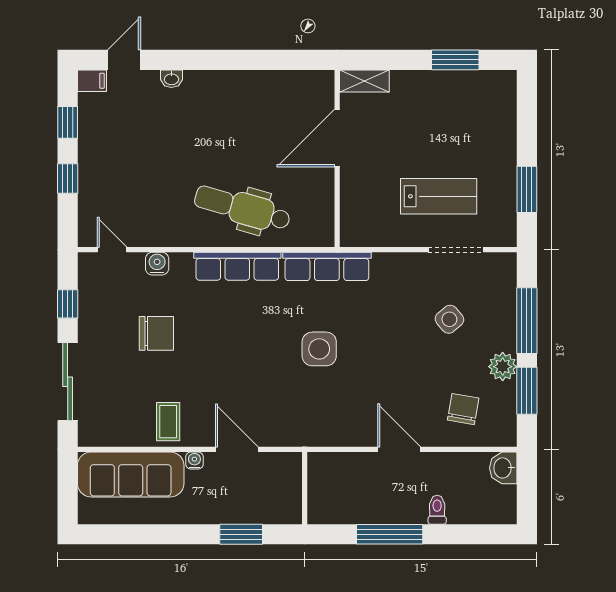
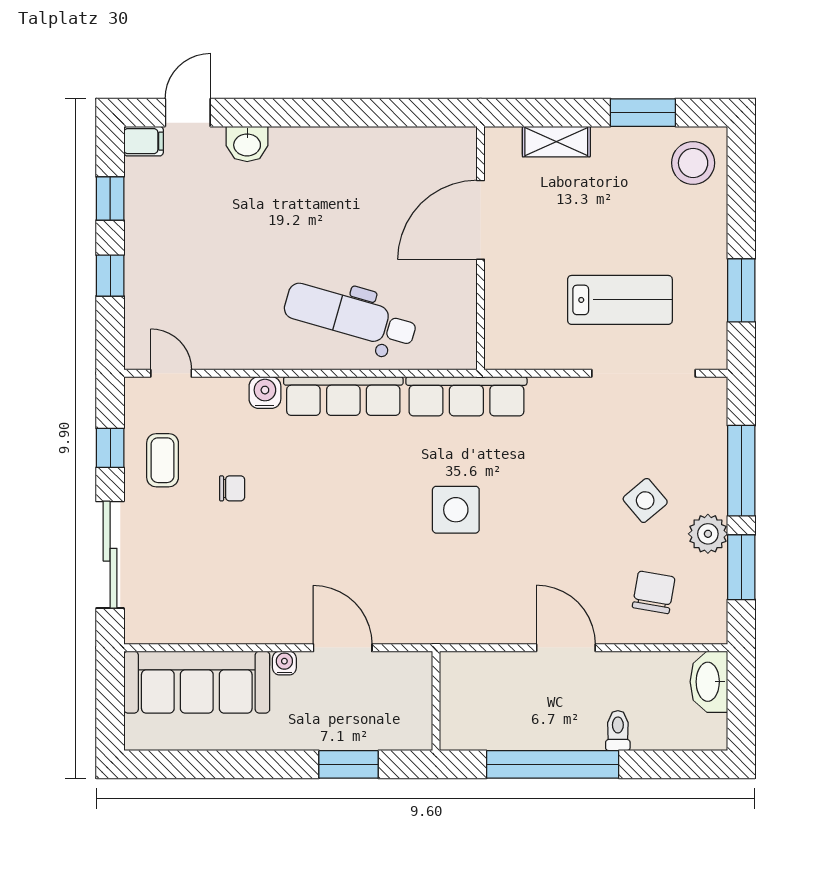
washbasin: (171, 79) -> (247, 144), width x1.38, depth x1.45
shelving: (364, 81) -> (556, 142), moved
stool: (492, 97) -> (693, 163), added
doorway: (456, 250) -> (643, 373), width x1.36
water cooler: (157, 264) -> (265, 393), moved
side table: (449, 319) -> (645, 500), moved
chair: (156, 333) -> (232, 488), width x0.54, depth x0.54
coffee table: (168, 422) -> (163, 460), moved
washbasin: (503, 468) -> (709, 682), width x1.38
window: (390, 534) -> (553, 764), width x1.46

